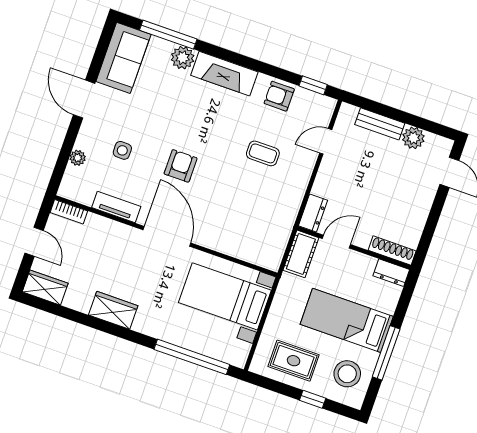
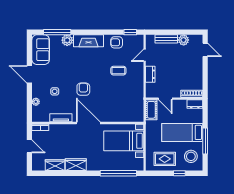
dresser: (313, 213) -> (150, 74), moved
door: (336, 242) -> (165, 99), swing flipped
wardrobe: (45, 288) -> (55, 165), moved

